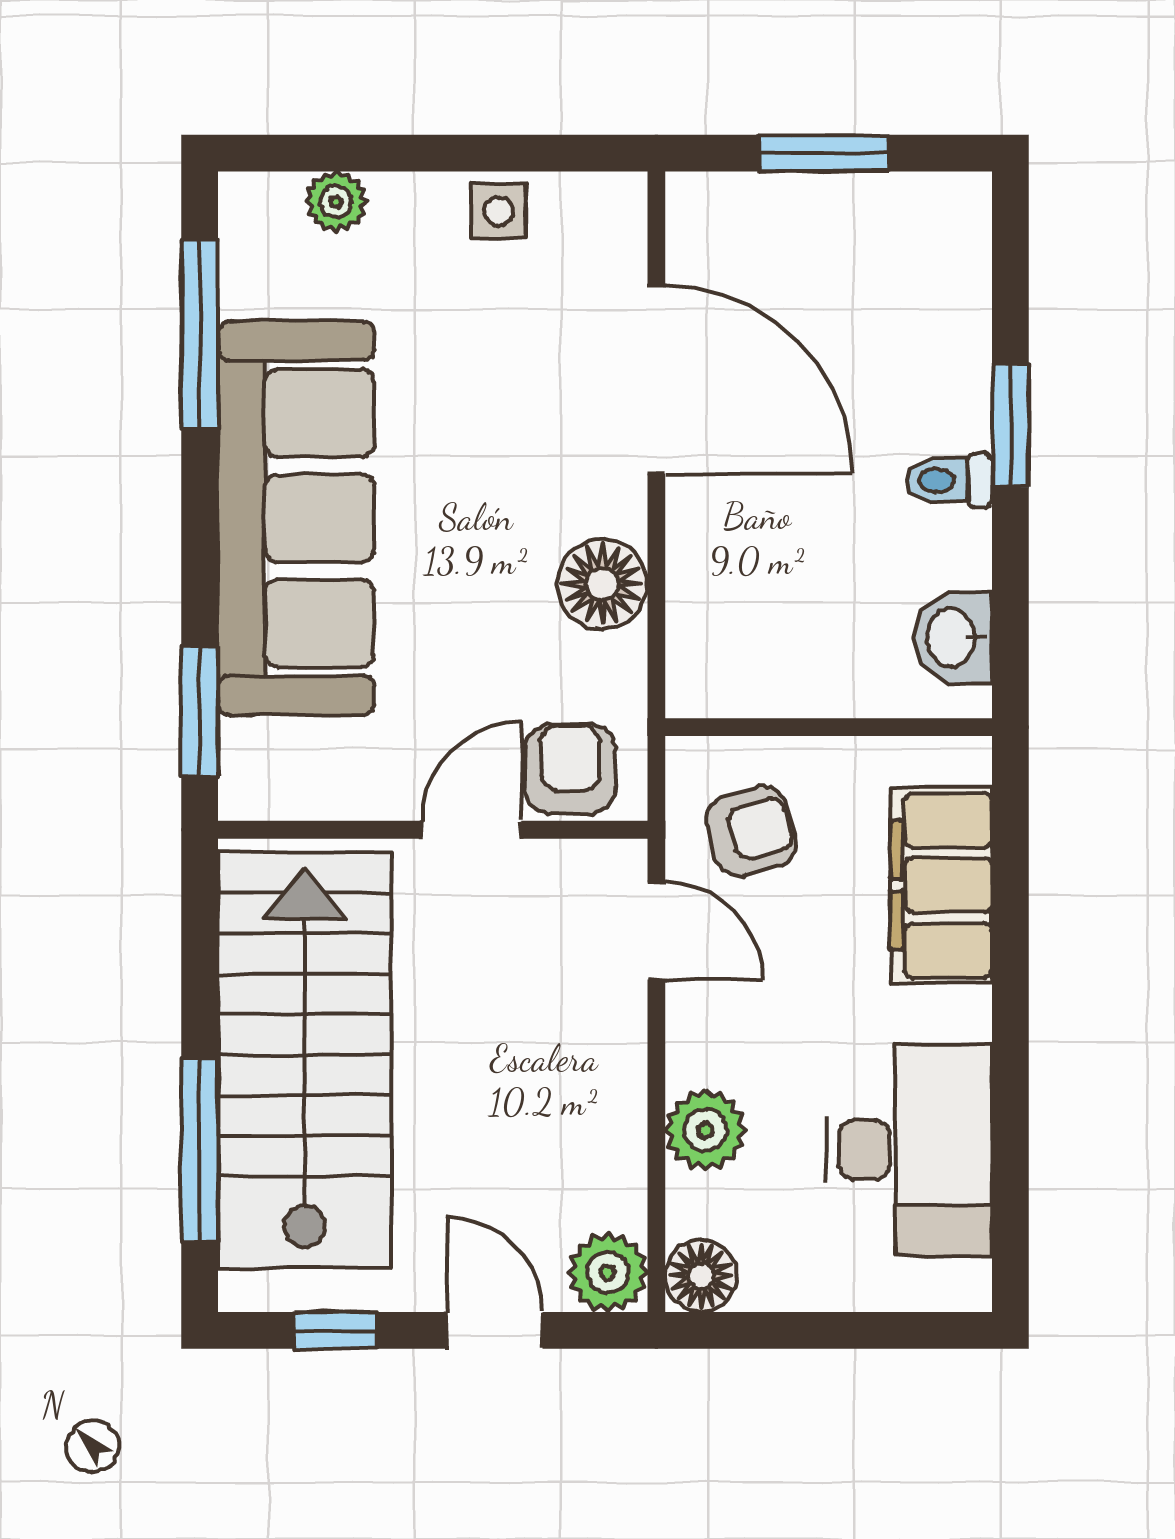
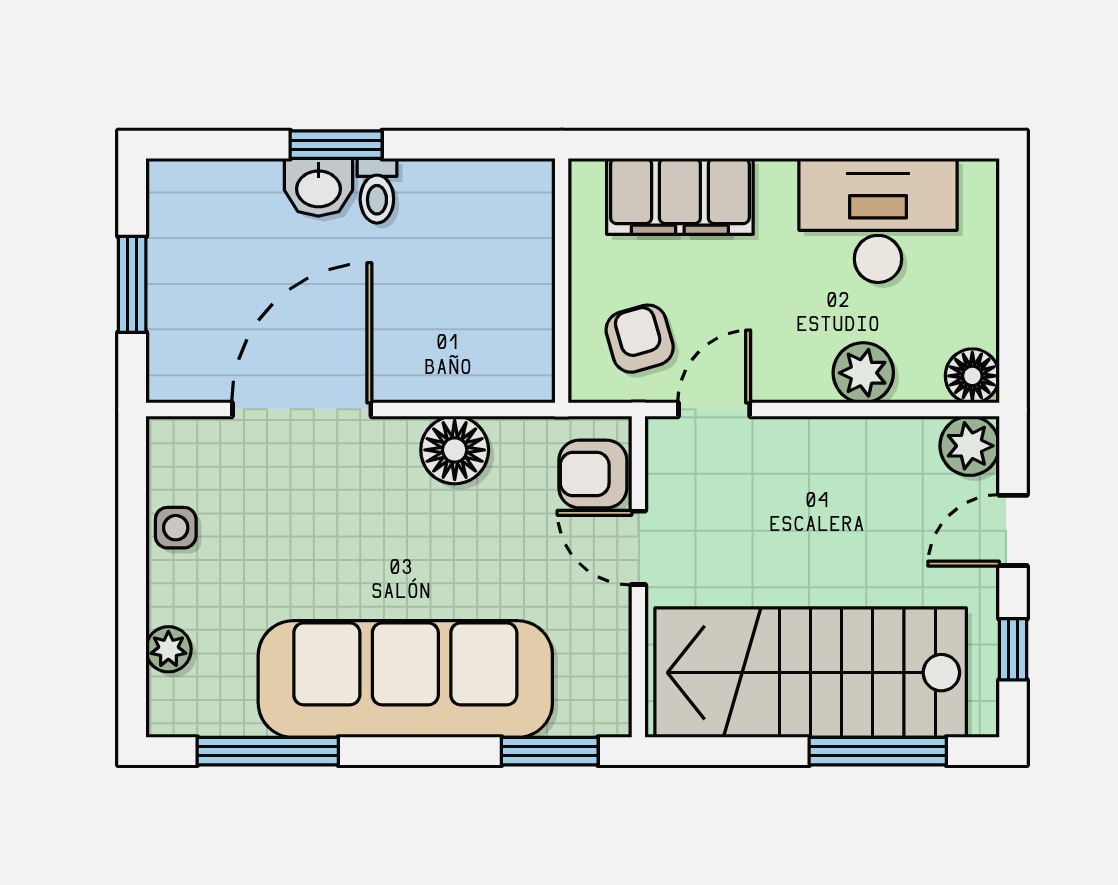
washbasin: (953, 638) -> (318, 187), moved

